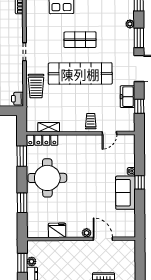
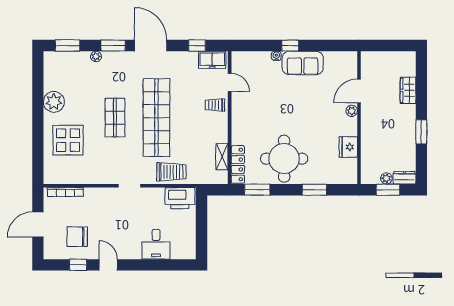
freezer: (127, 97) -> (212, 60), moved
printer: (17, 99) -> (180, 198), width x1.87, depth x1.48

